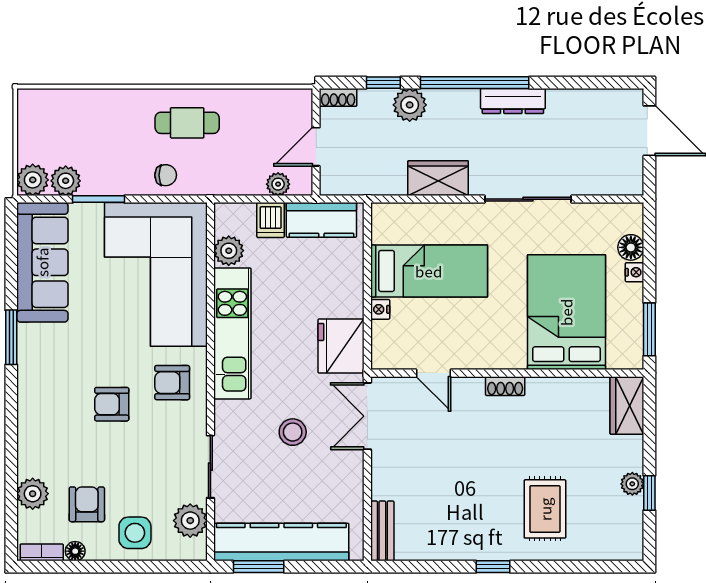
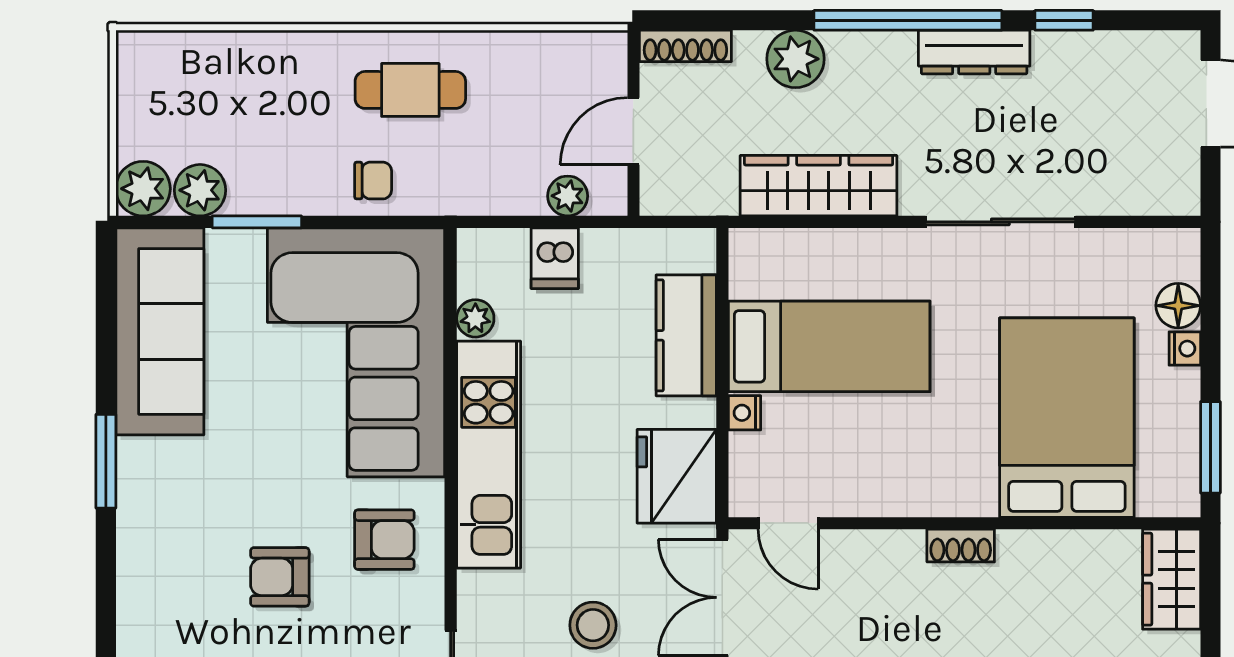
window: (383, 83) -> (1064, 20), moved
shoe rack: (338, 97) -> (685, 46), width x1.43
wardrobe: (438, 178) -> (819, 186), width x1.50
kitchen counter: (321, 220) -> (686, 335), moved, turned 90
plant: (229, 251) -> (475, 318), width x0.73, depth x0.73
door: (433, 373) -> (788, 523), moved
armchair: (172, 383) -> (384, 540), turned 180

